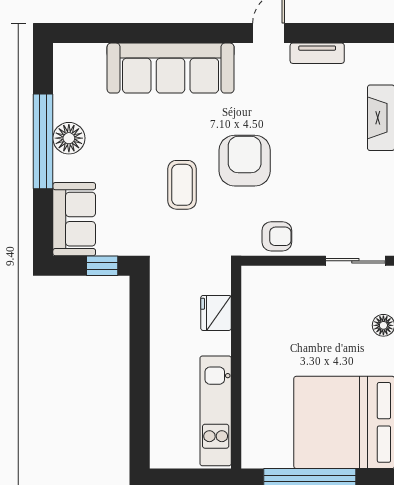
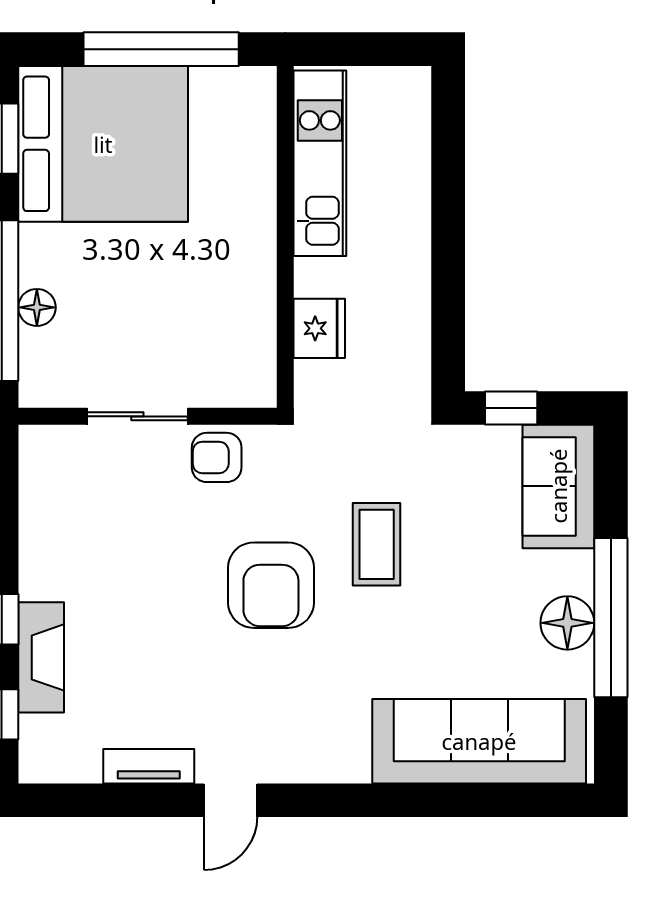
sofa: (171, 68) -> (479, 741), moved
sliding door: (355, 261) -> (137, 416), moved

